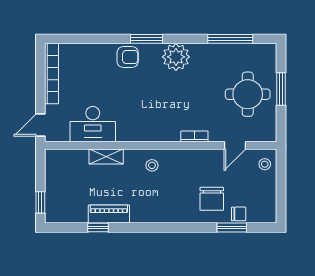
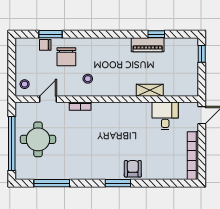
armchair: (128, 57) -> (133, 169), turned 90
plant: (176, 57) -> (95, 169), removed
window: (281, 89) -> (12, 144), width x2.11
desk: (93, 124) -> (165, 116), width x0.73
stool: (152, 165) -> (88, 79), moved
chair: (212, 199) -> (66, 57), turned 180

